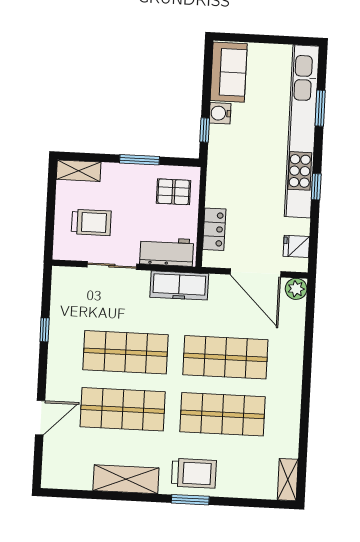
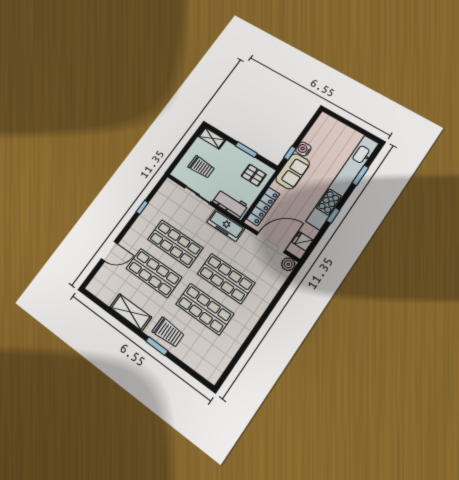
sofa: (229, 72) -> (293, 171), moved
locker: (214, 229) -> (263, 206), width x1.53
door: (255, 273) -> (271, 242), swing flipped
shelving: (288, 480) -> (217, 370), removed

